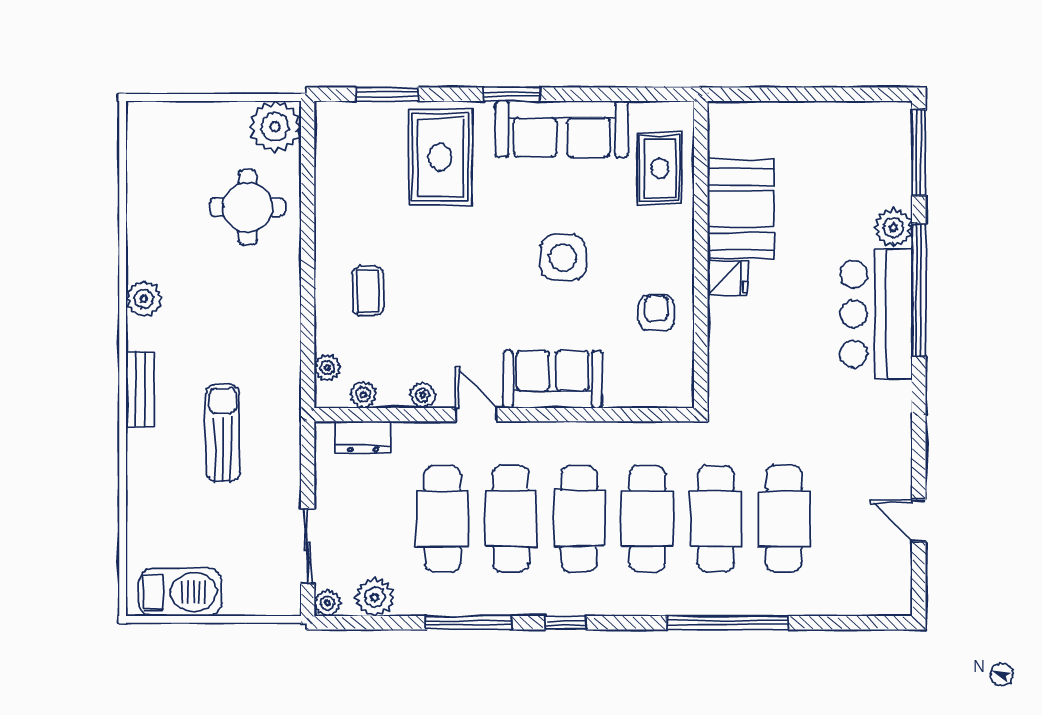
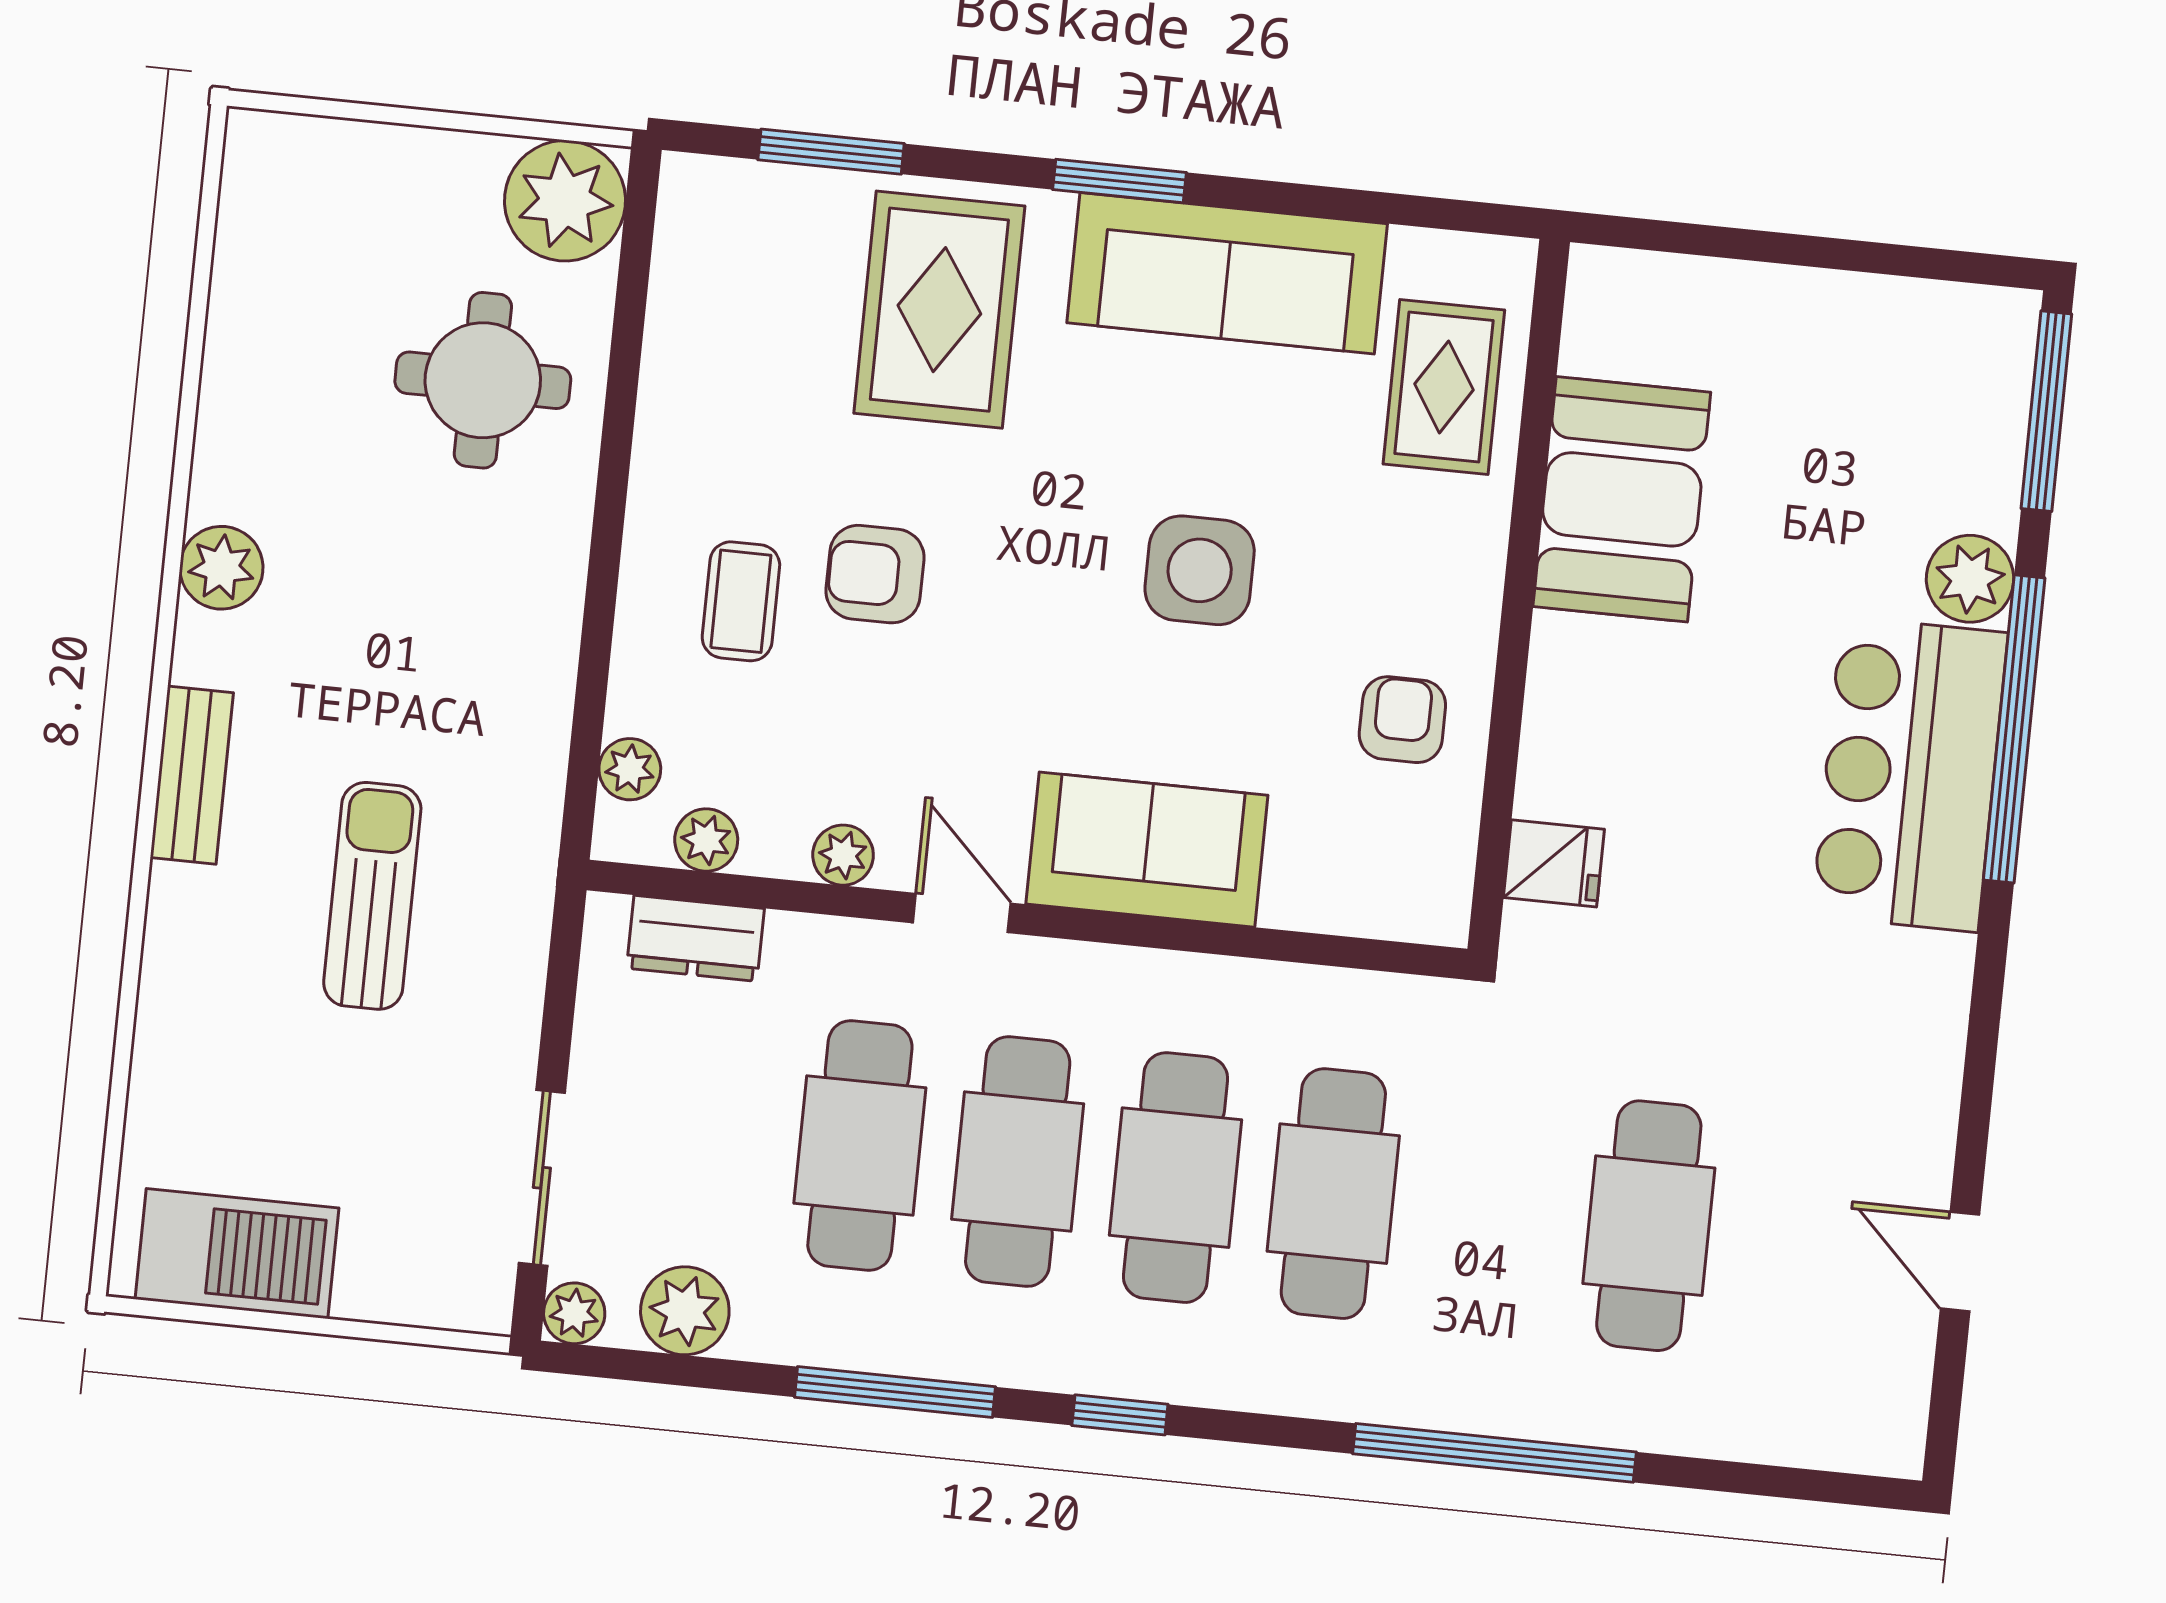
armchair: (424, 273) -> (875, 574), added
fridge: (727, 278) -> (1554, 863), moved
cafe table: (716, 519) -> (1491, 1210), removed

